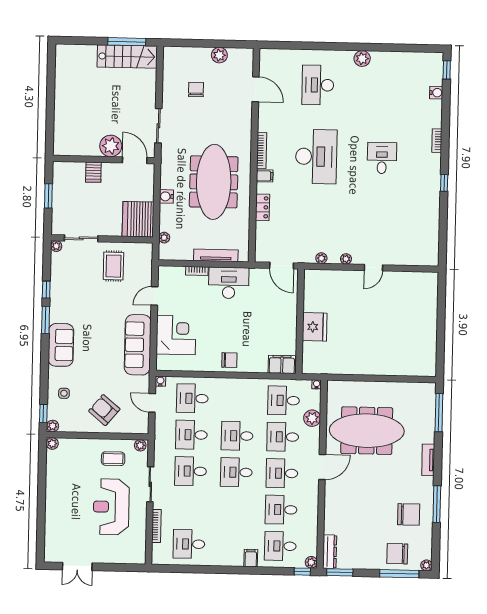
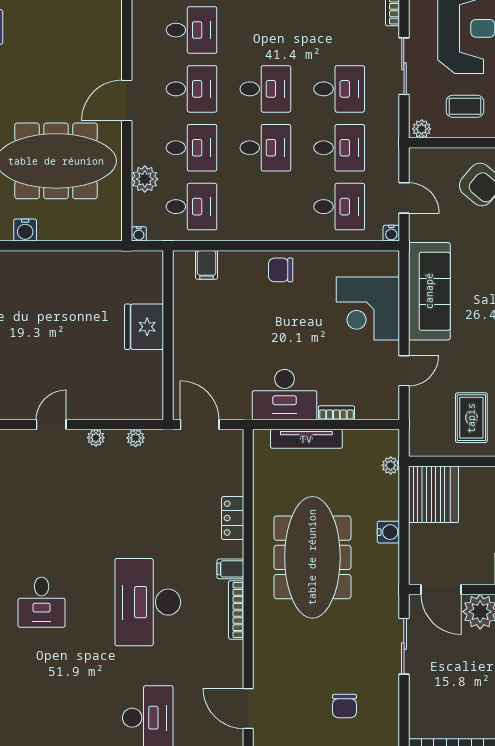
filing cabinet: (282, 364) -> (207, 265), width x0.50
water cooler: (387, 388) -> (25, 230), added

